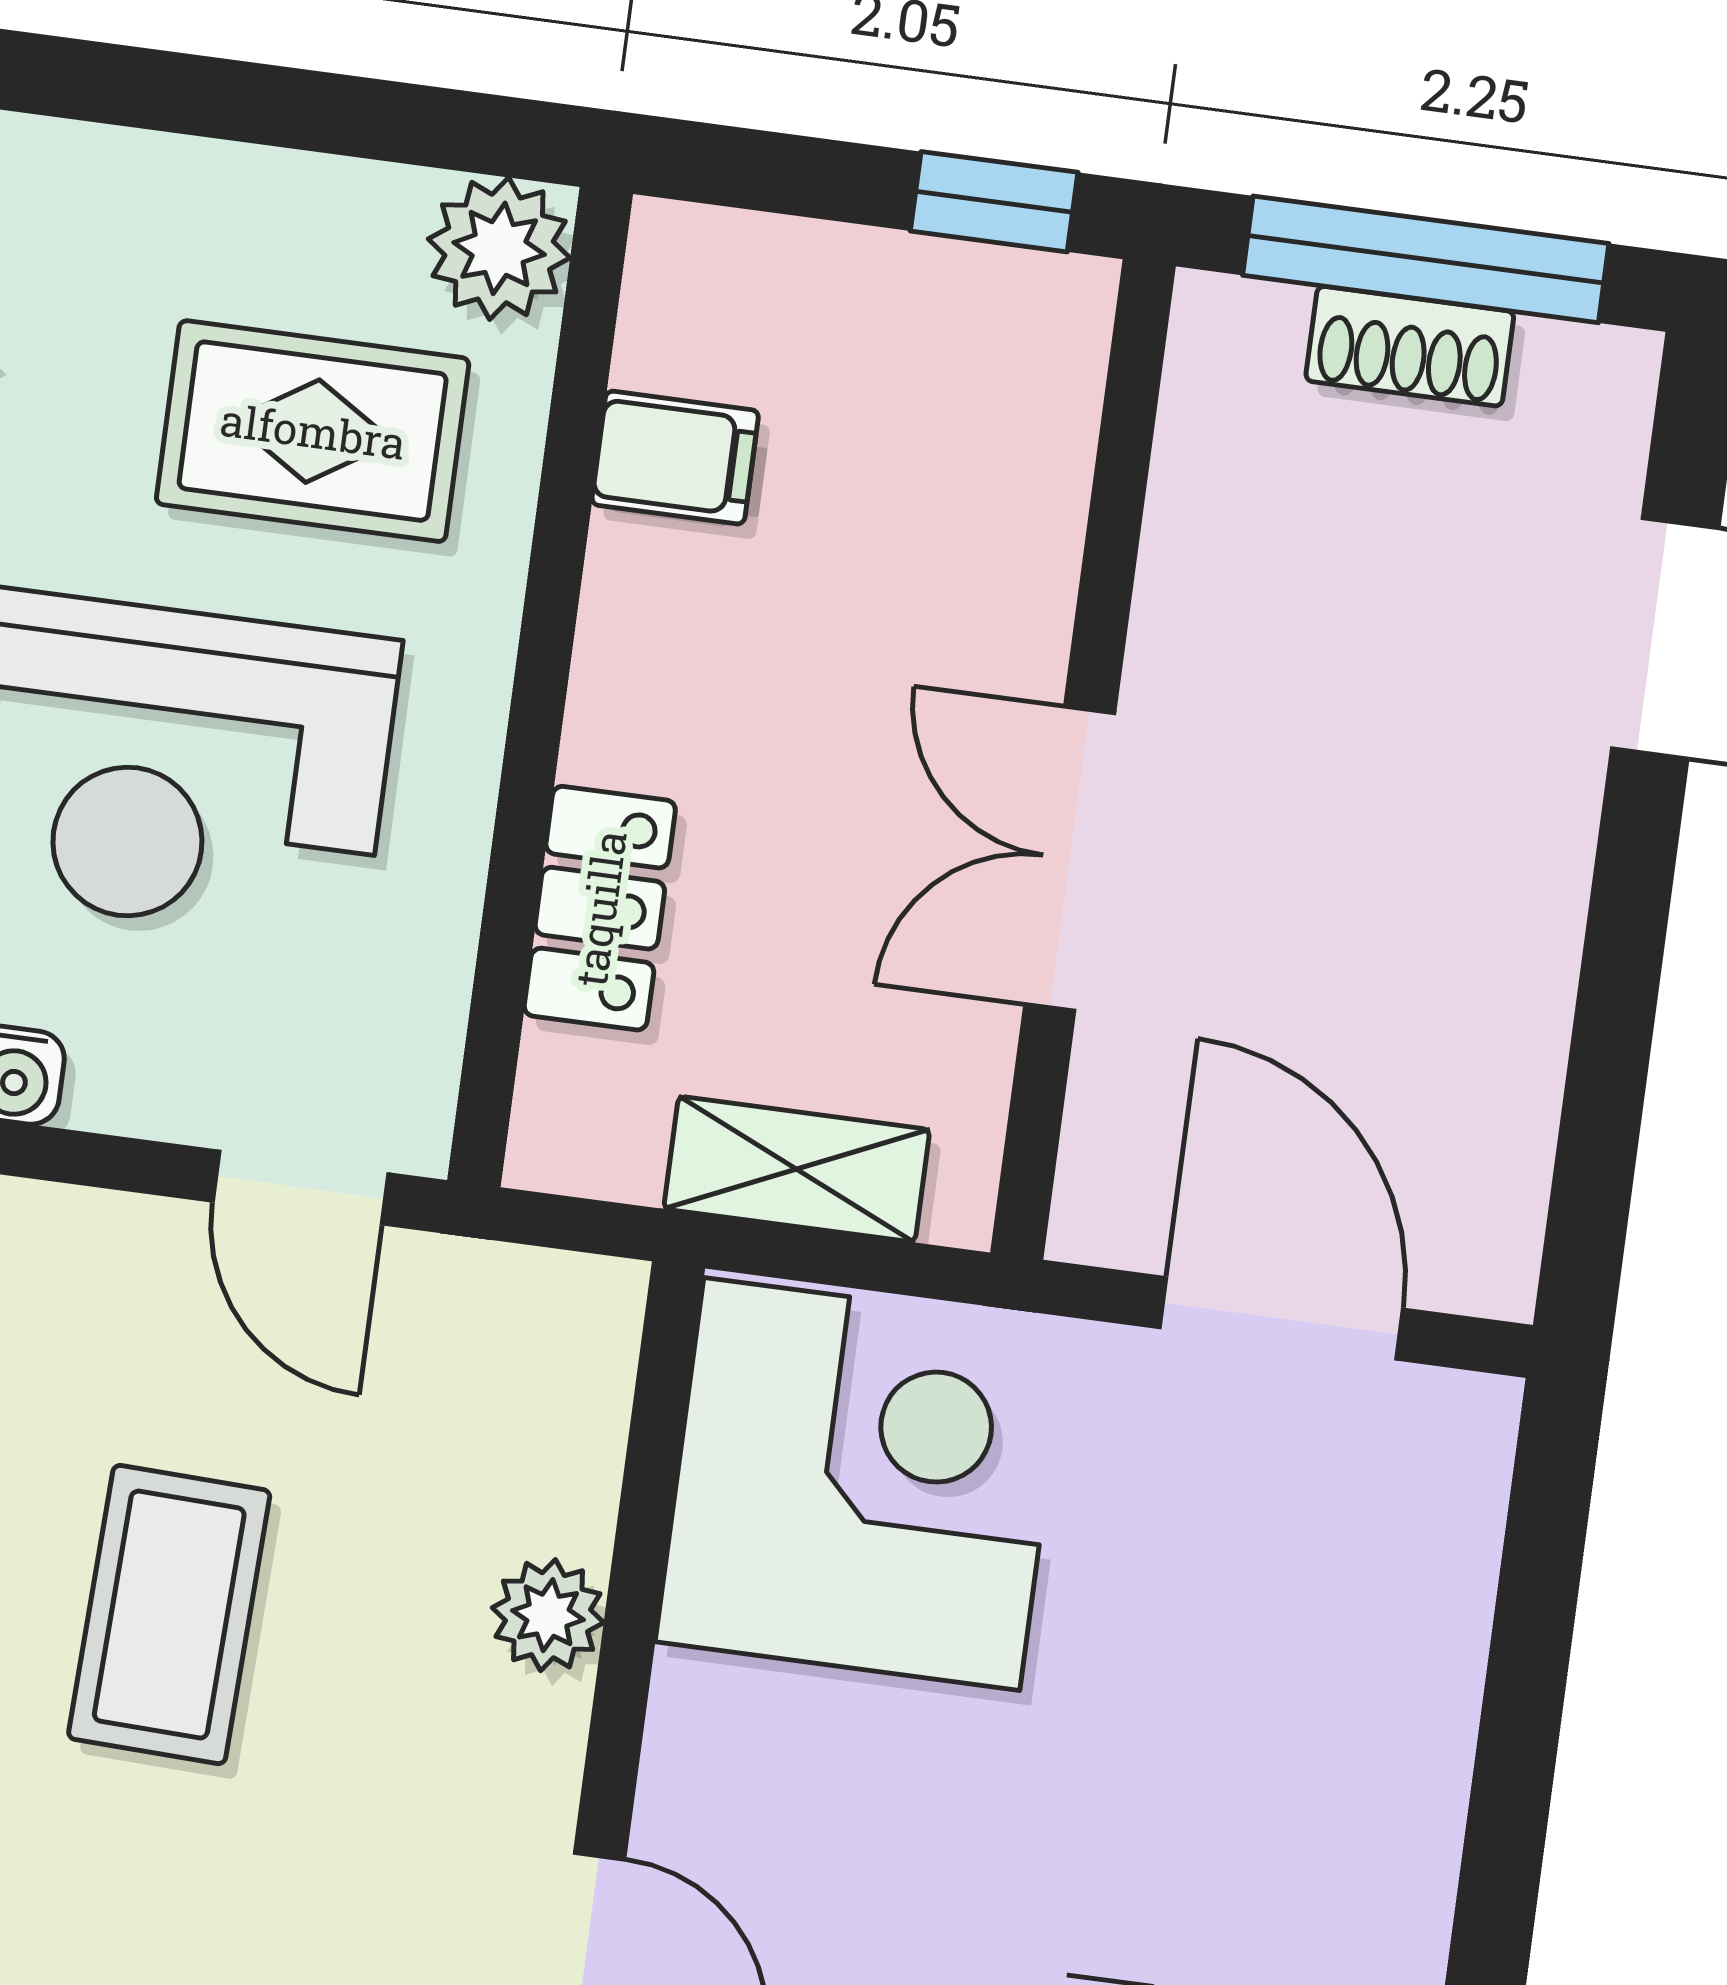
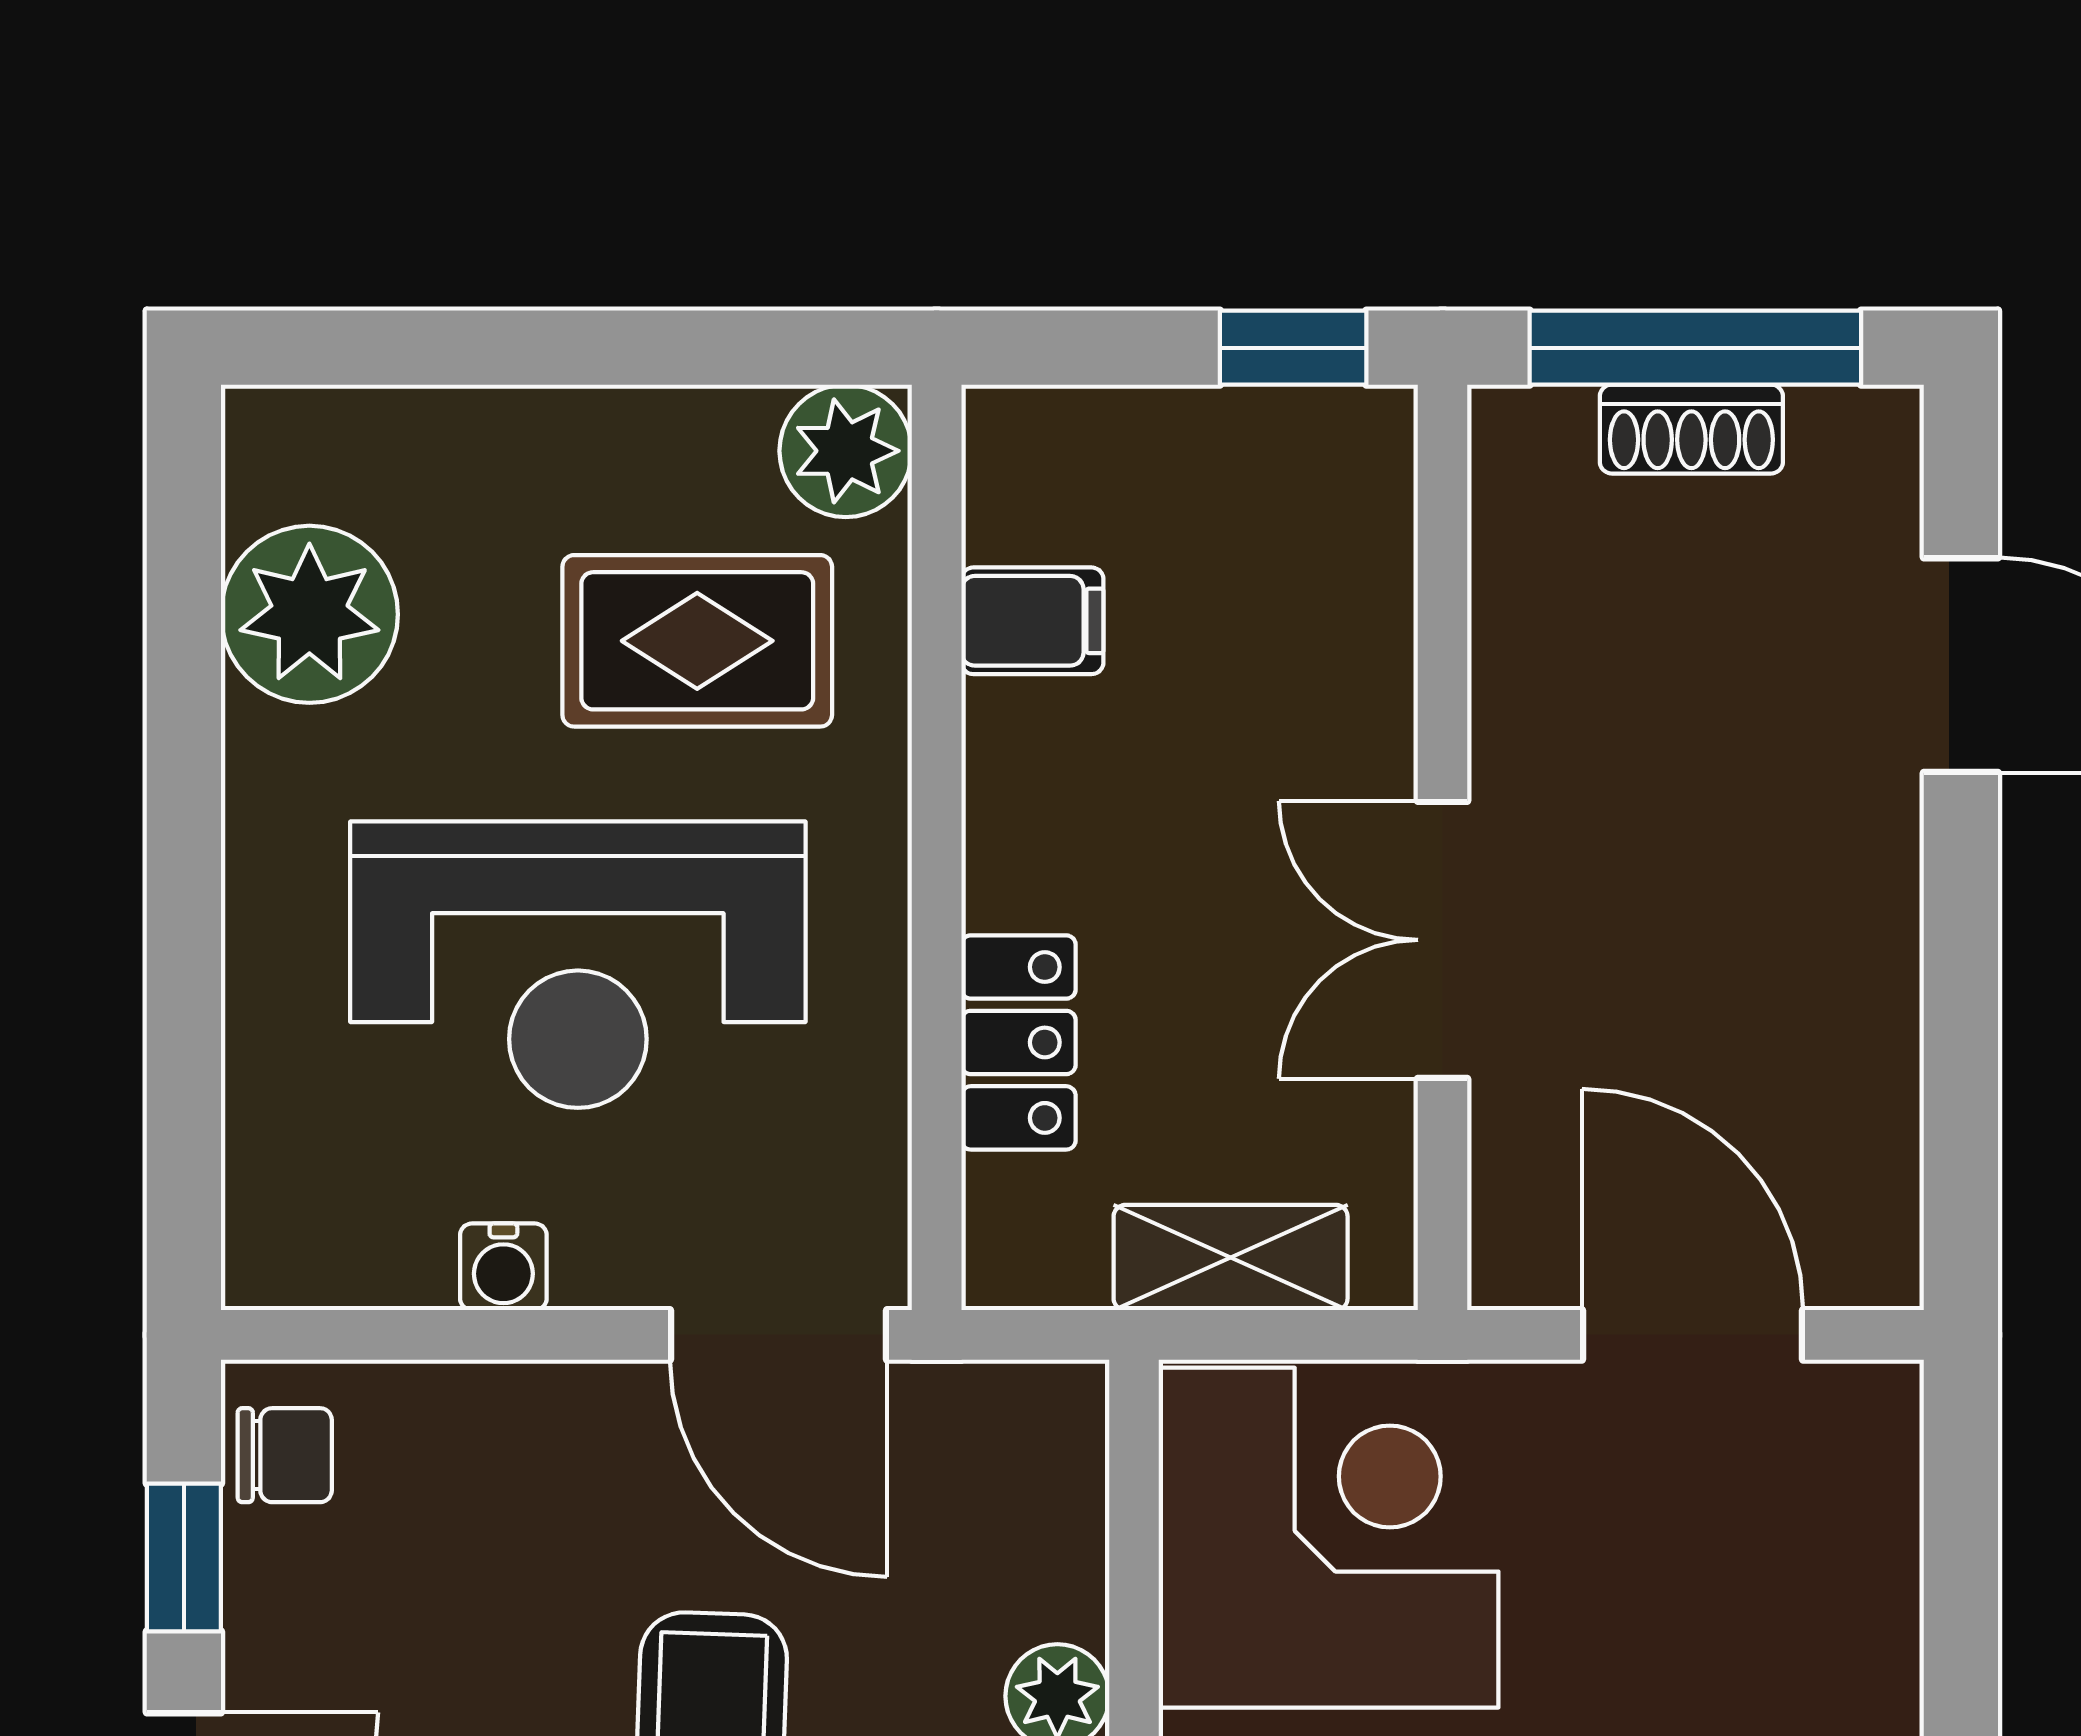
door: (300, 1188) -> (779, 1335), width x1.38

